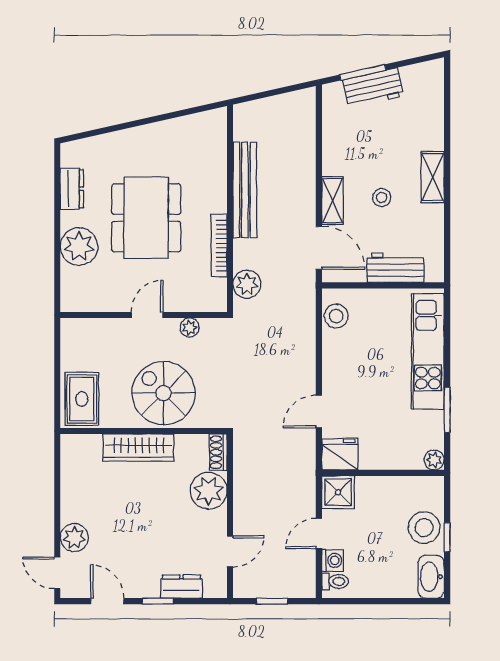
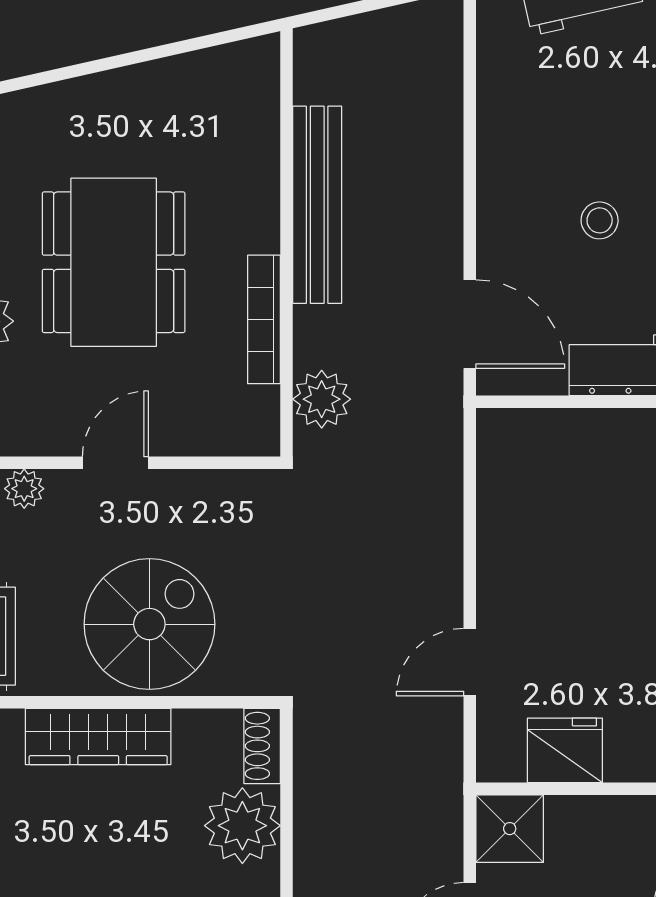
shelving: (332, 201) -> (498, 227), removed
stool: (336, 316) -> (506, 465), removed
plant: (190, 328) -> (24, 489), moved
spiral stairs: (164, 393) -> (149, 624), turned 90
fridge: (340, 454) -> (565, 750), moved

